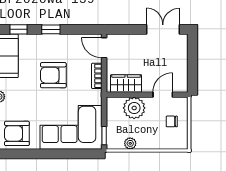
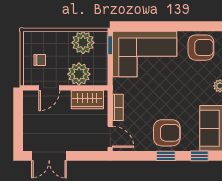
armchair: (53, 75) -> (167, 133), moved
plant: (130, 143) -> (83, 43), width x1.87, depth x1.87

